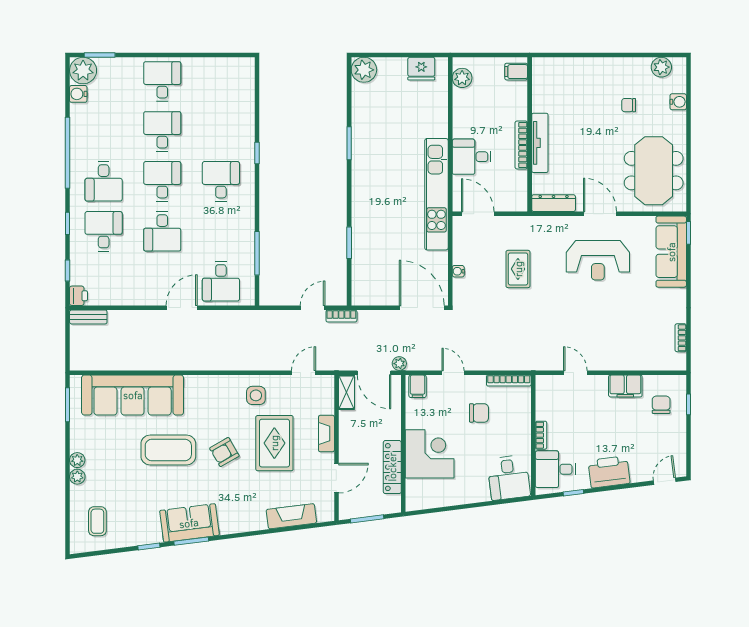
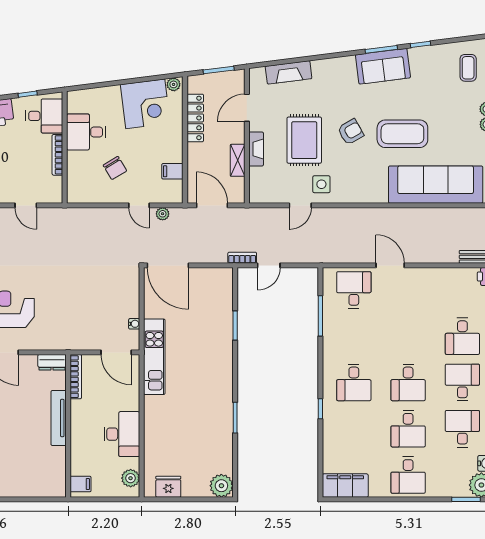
filing cabinet: (230, 70) -> (345, 486), added
bookcase: (521, 145) -> (76, 377), moved
desk: (472, 157) -> (122, 434), moved, width x1.37
kitchen unit: (436, 194) -> (154, 357), width x0.73
dresser: (554, 203) -> (52, 362), width x0.70
desk: (162, 231) -> (462, 429), moved
rug: (518, 269) -> (79, 301), removed
water cooler: (458, 271) -> (134, 324), moved
door: (182, 308) -> (390, 265), swing flipped
plant: (399, 364) -> (163, 214), moved
door: (304, 373) -> (300, 205), moved
bookcase: (509, 381) -> (87, 198), removed
filing cabinet: (418, 386) -> (172, 171), moved, turned -90
shelving: (346, 392) -> (238, 160), moved
chair: (479, 413) -> (115, 168), turned -121
bookcase: (541, 435) -> (57, 155), width x1.56
corner desk: (430, 454) -> (145, 104), moved, turned -97
desk: (509, 478) -> (86, 132), moved, turned -83
plant: (416, 503) -> (174, 84), added

